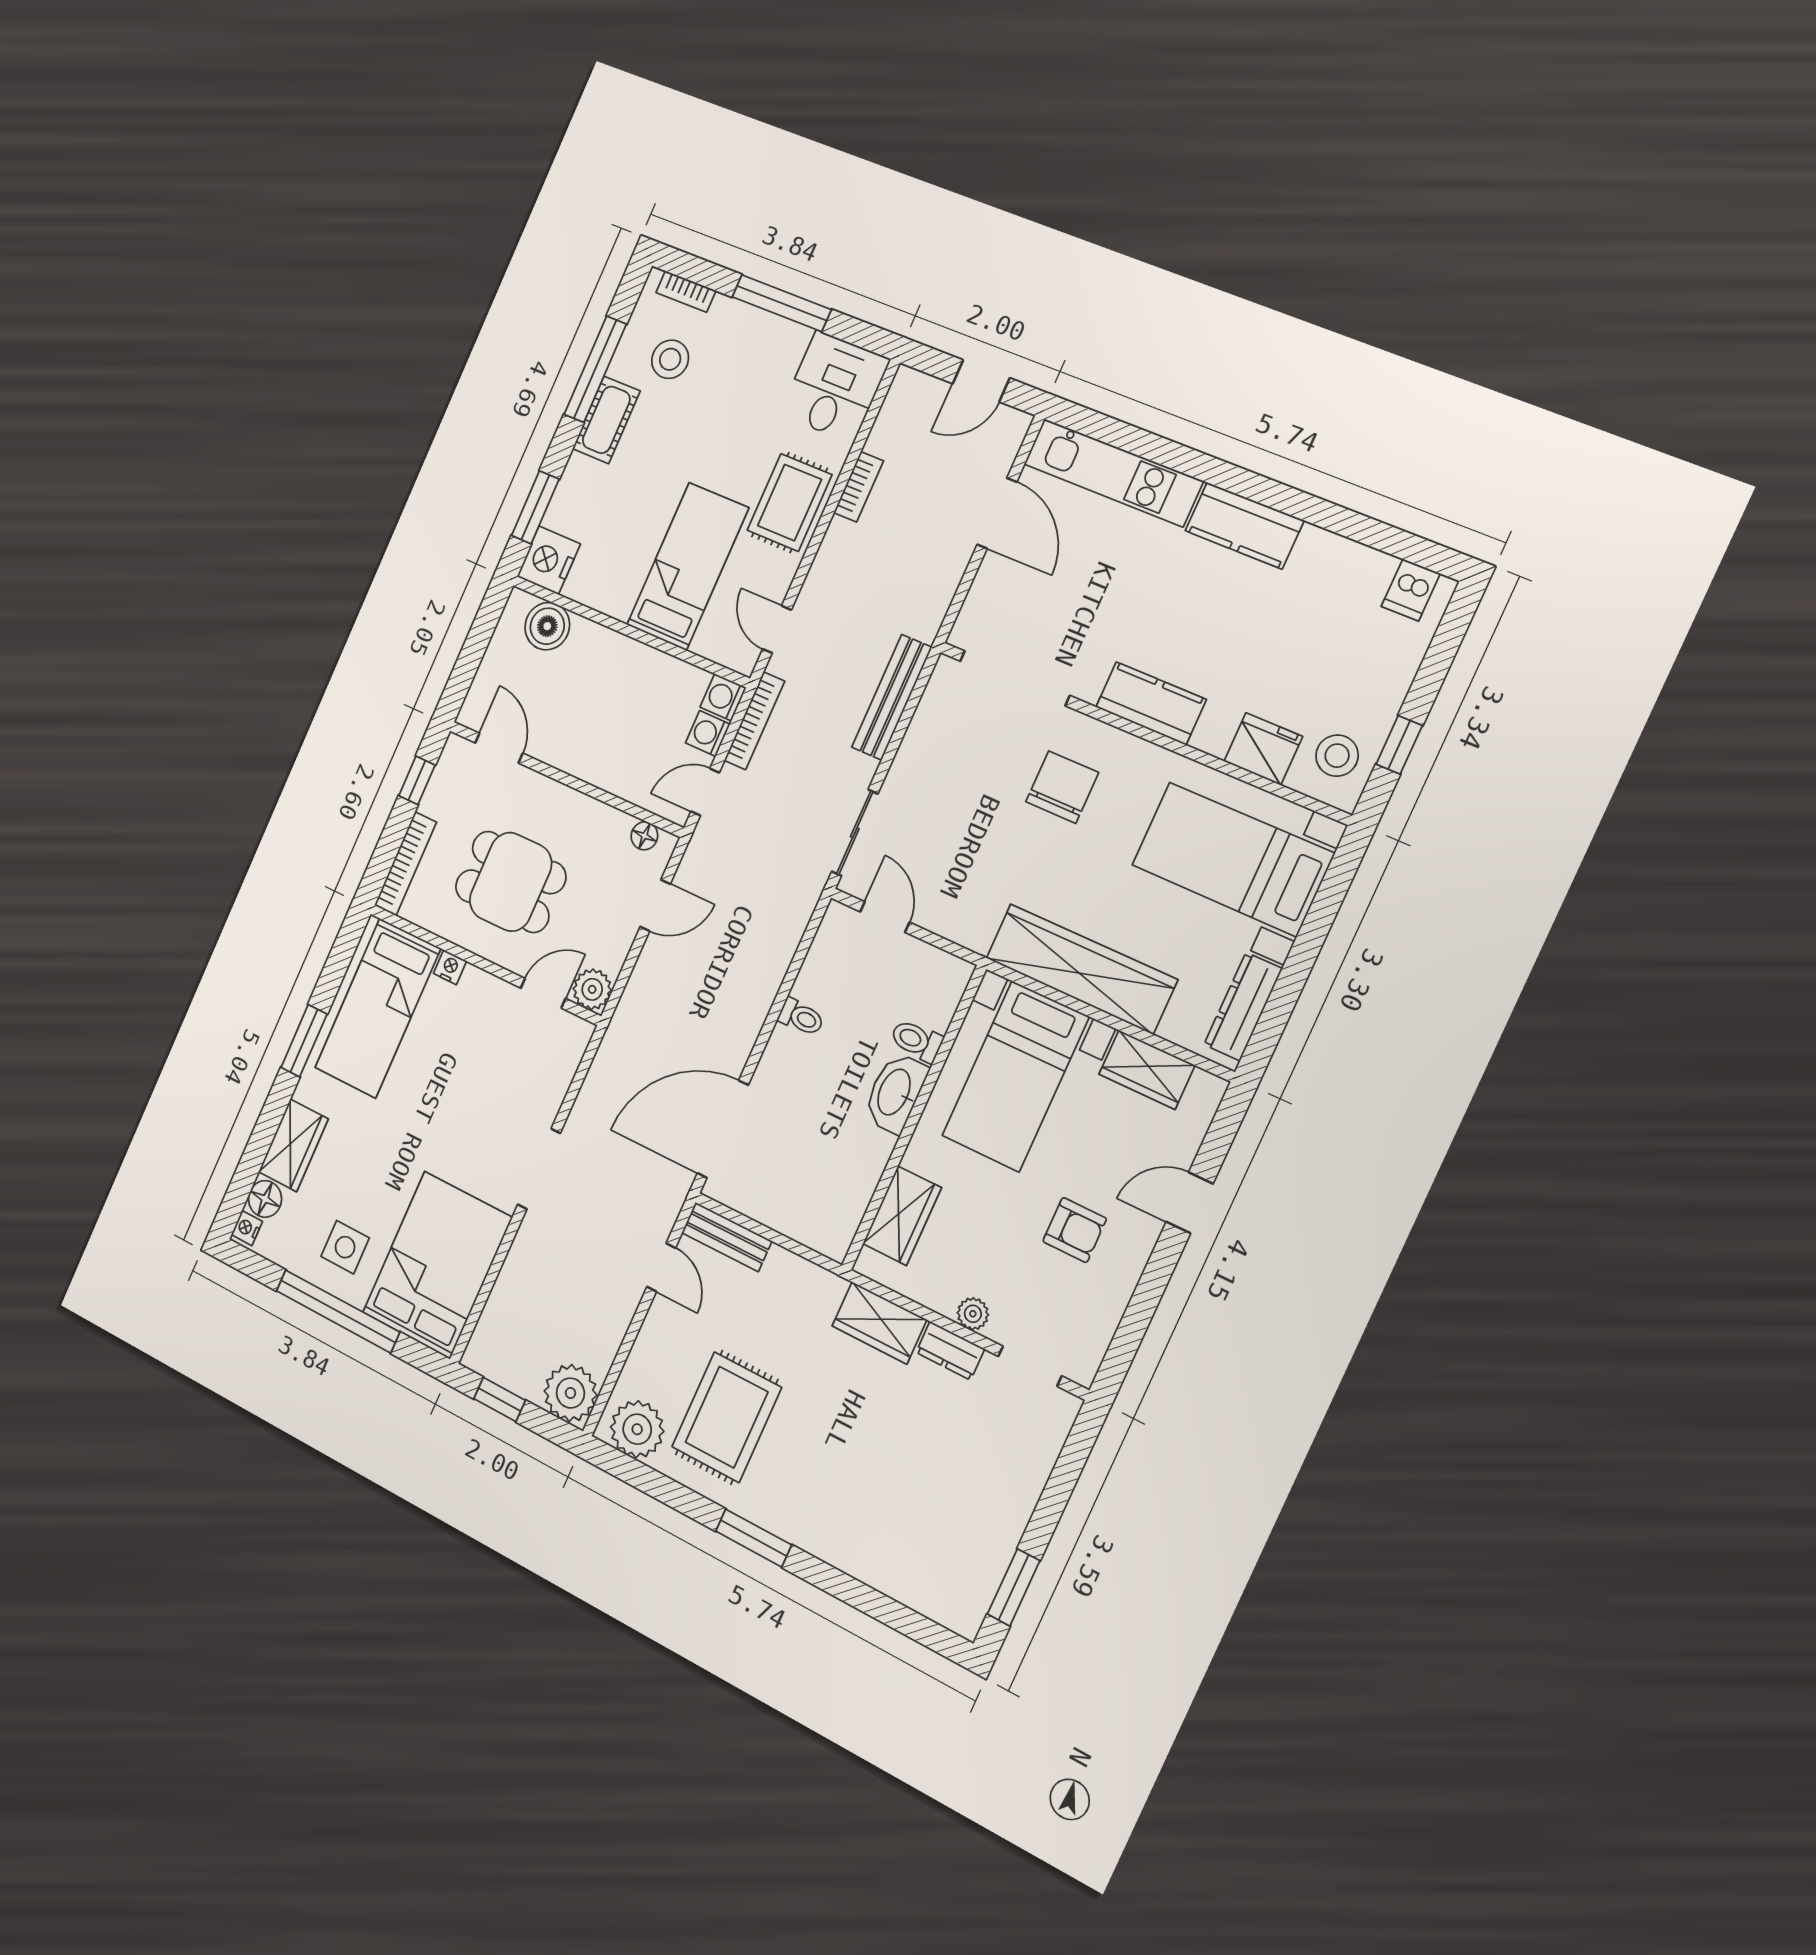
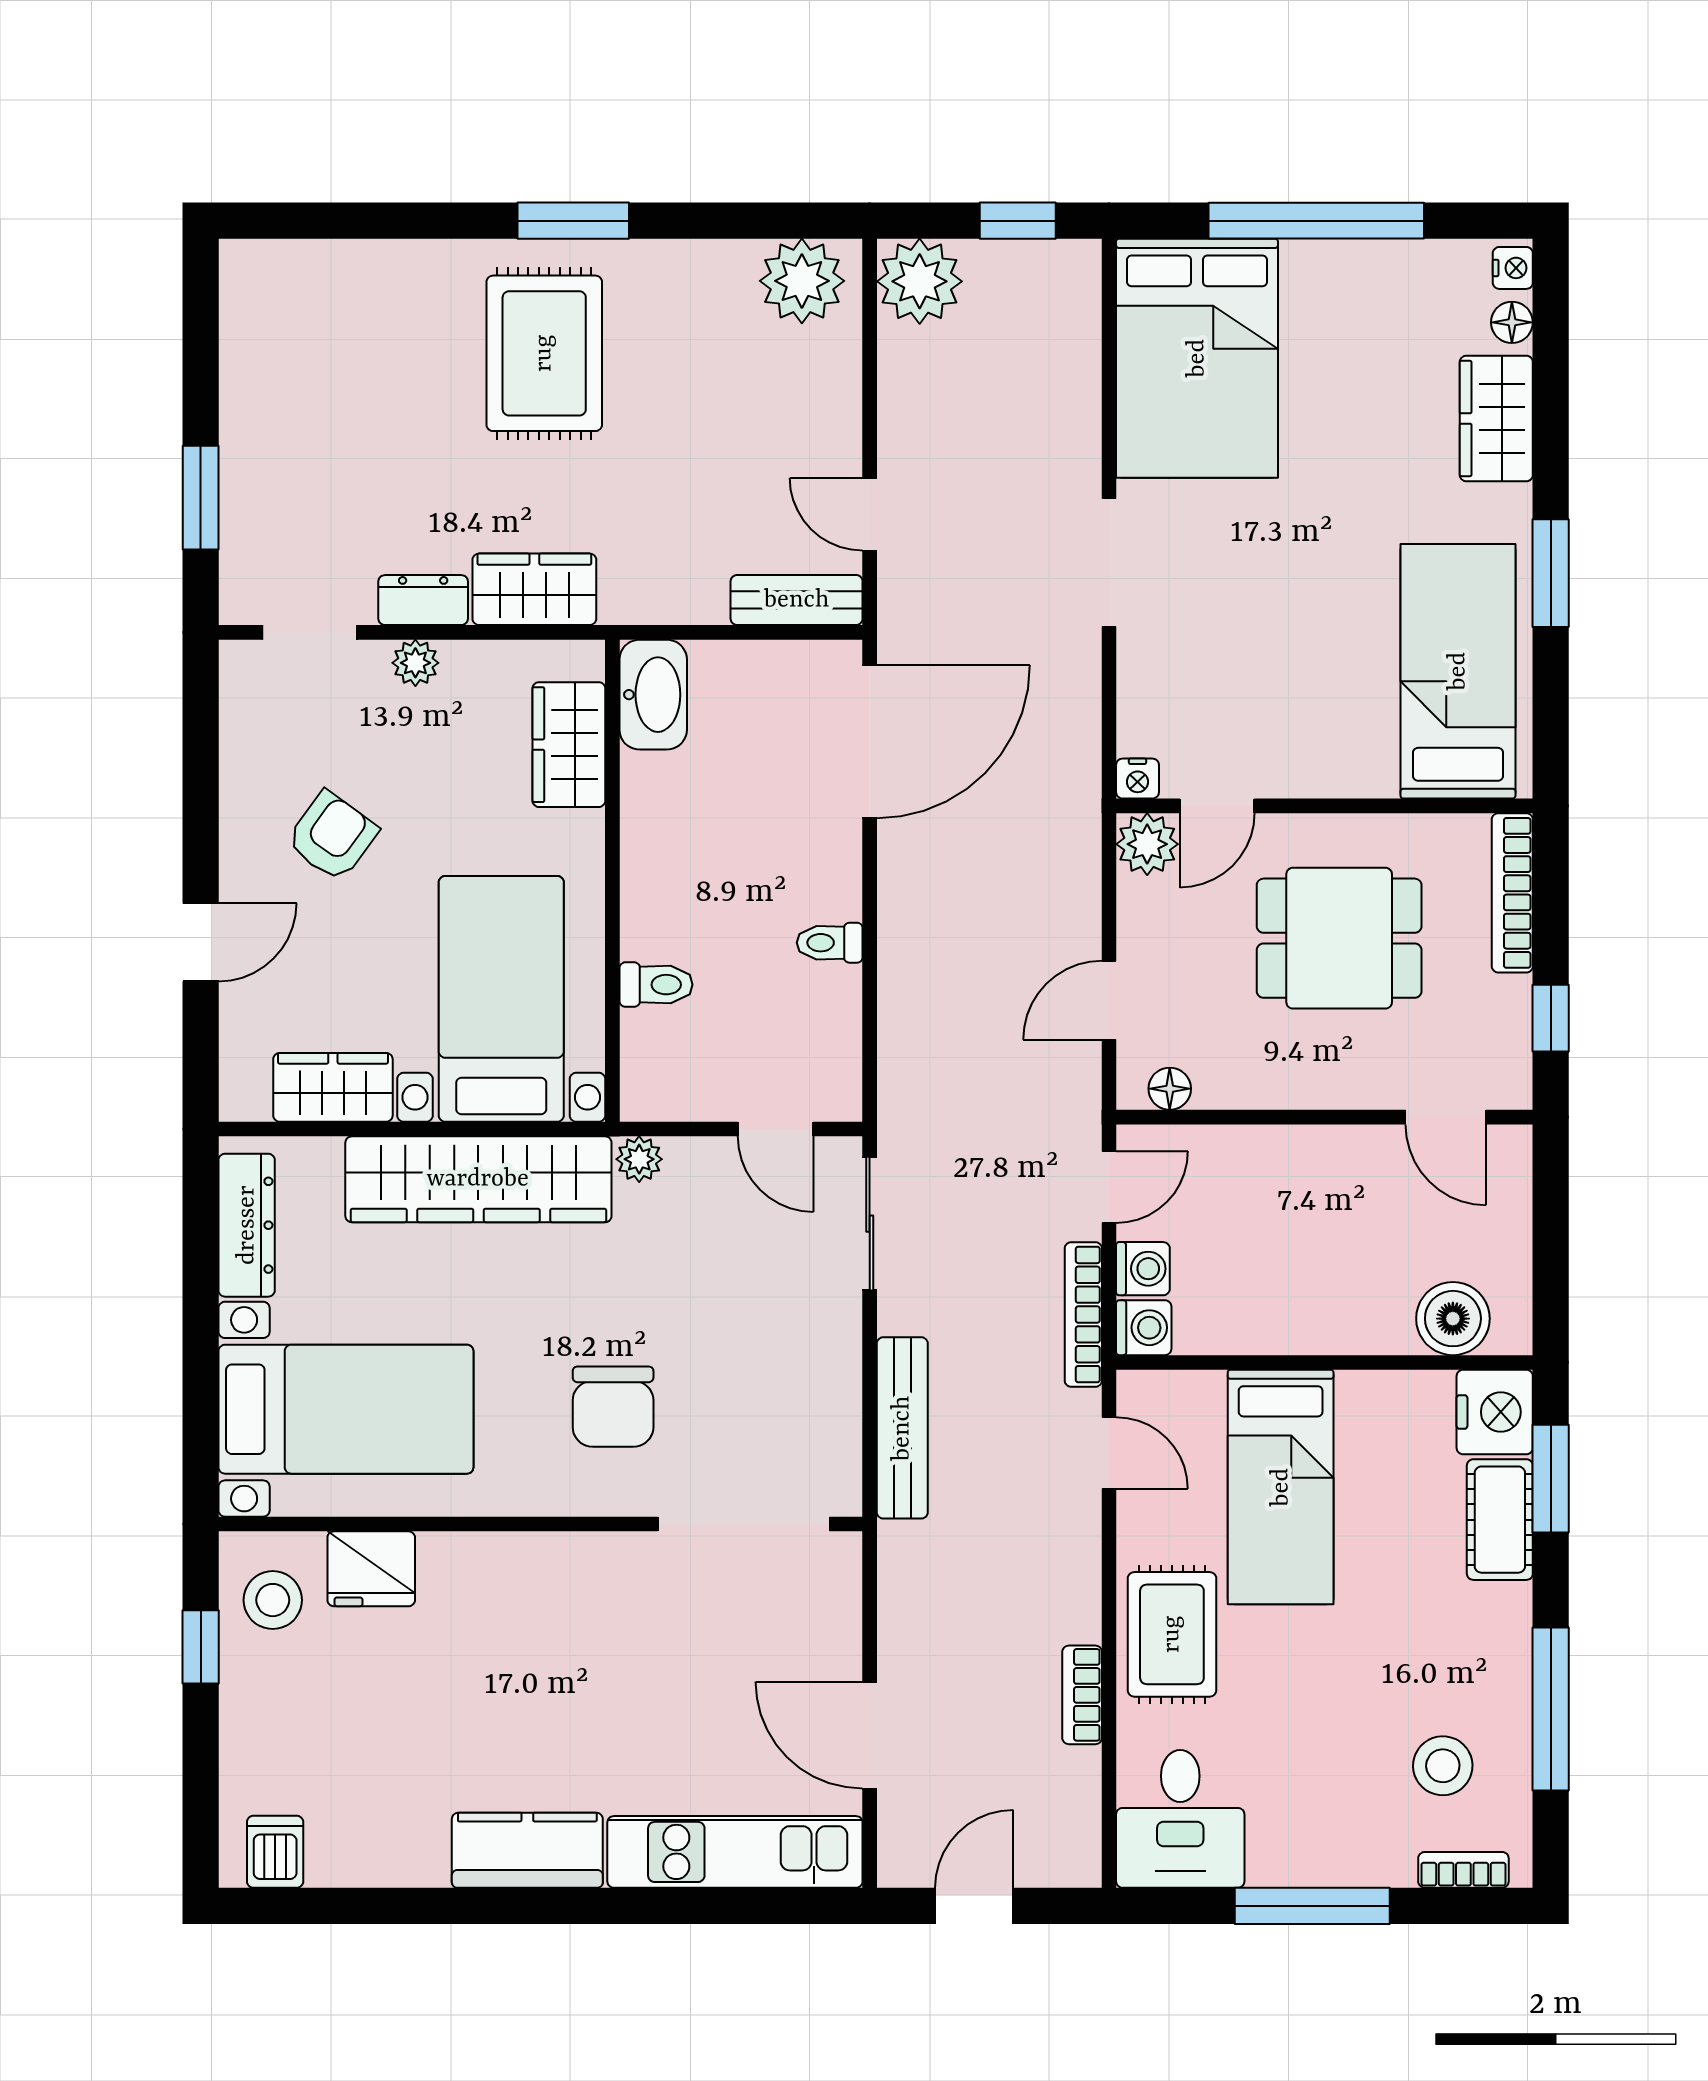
cot: (606, 420) -> (1500, 1520), moved
kitchen counter: (1151, 703) -> (545, 1567), removed
plant: (976, 936) -> (639, 1159), added
nightstand: (450, 967) -> (1138, 779), moved
washbasin: (895, 1093) -> (653, 695), moved
floor lamp: (265, 1199) -> (1512, 322), width x0.73, depth x0.73
armchair: (1075, 1230) -> (332, 836), turned 126
side table: (345, 1247) -> (1348, 315), removed
rug: (727, 1417) -> (544, 353), moved
window: (1014, 1587) -> (201, 498), moved

